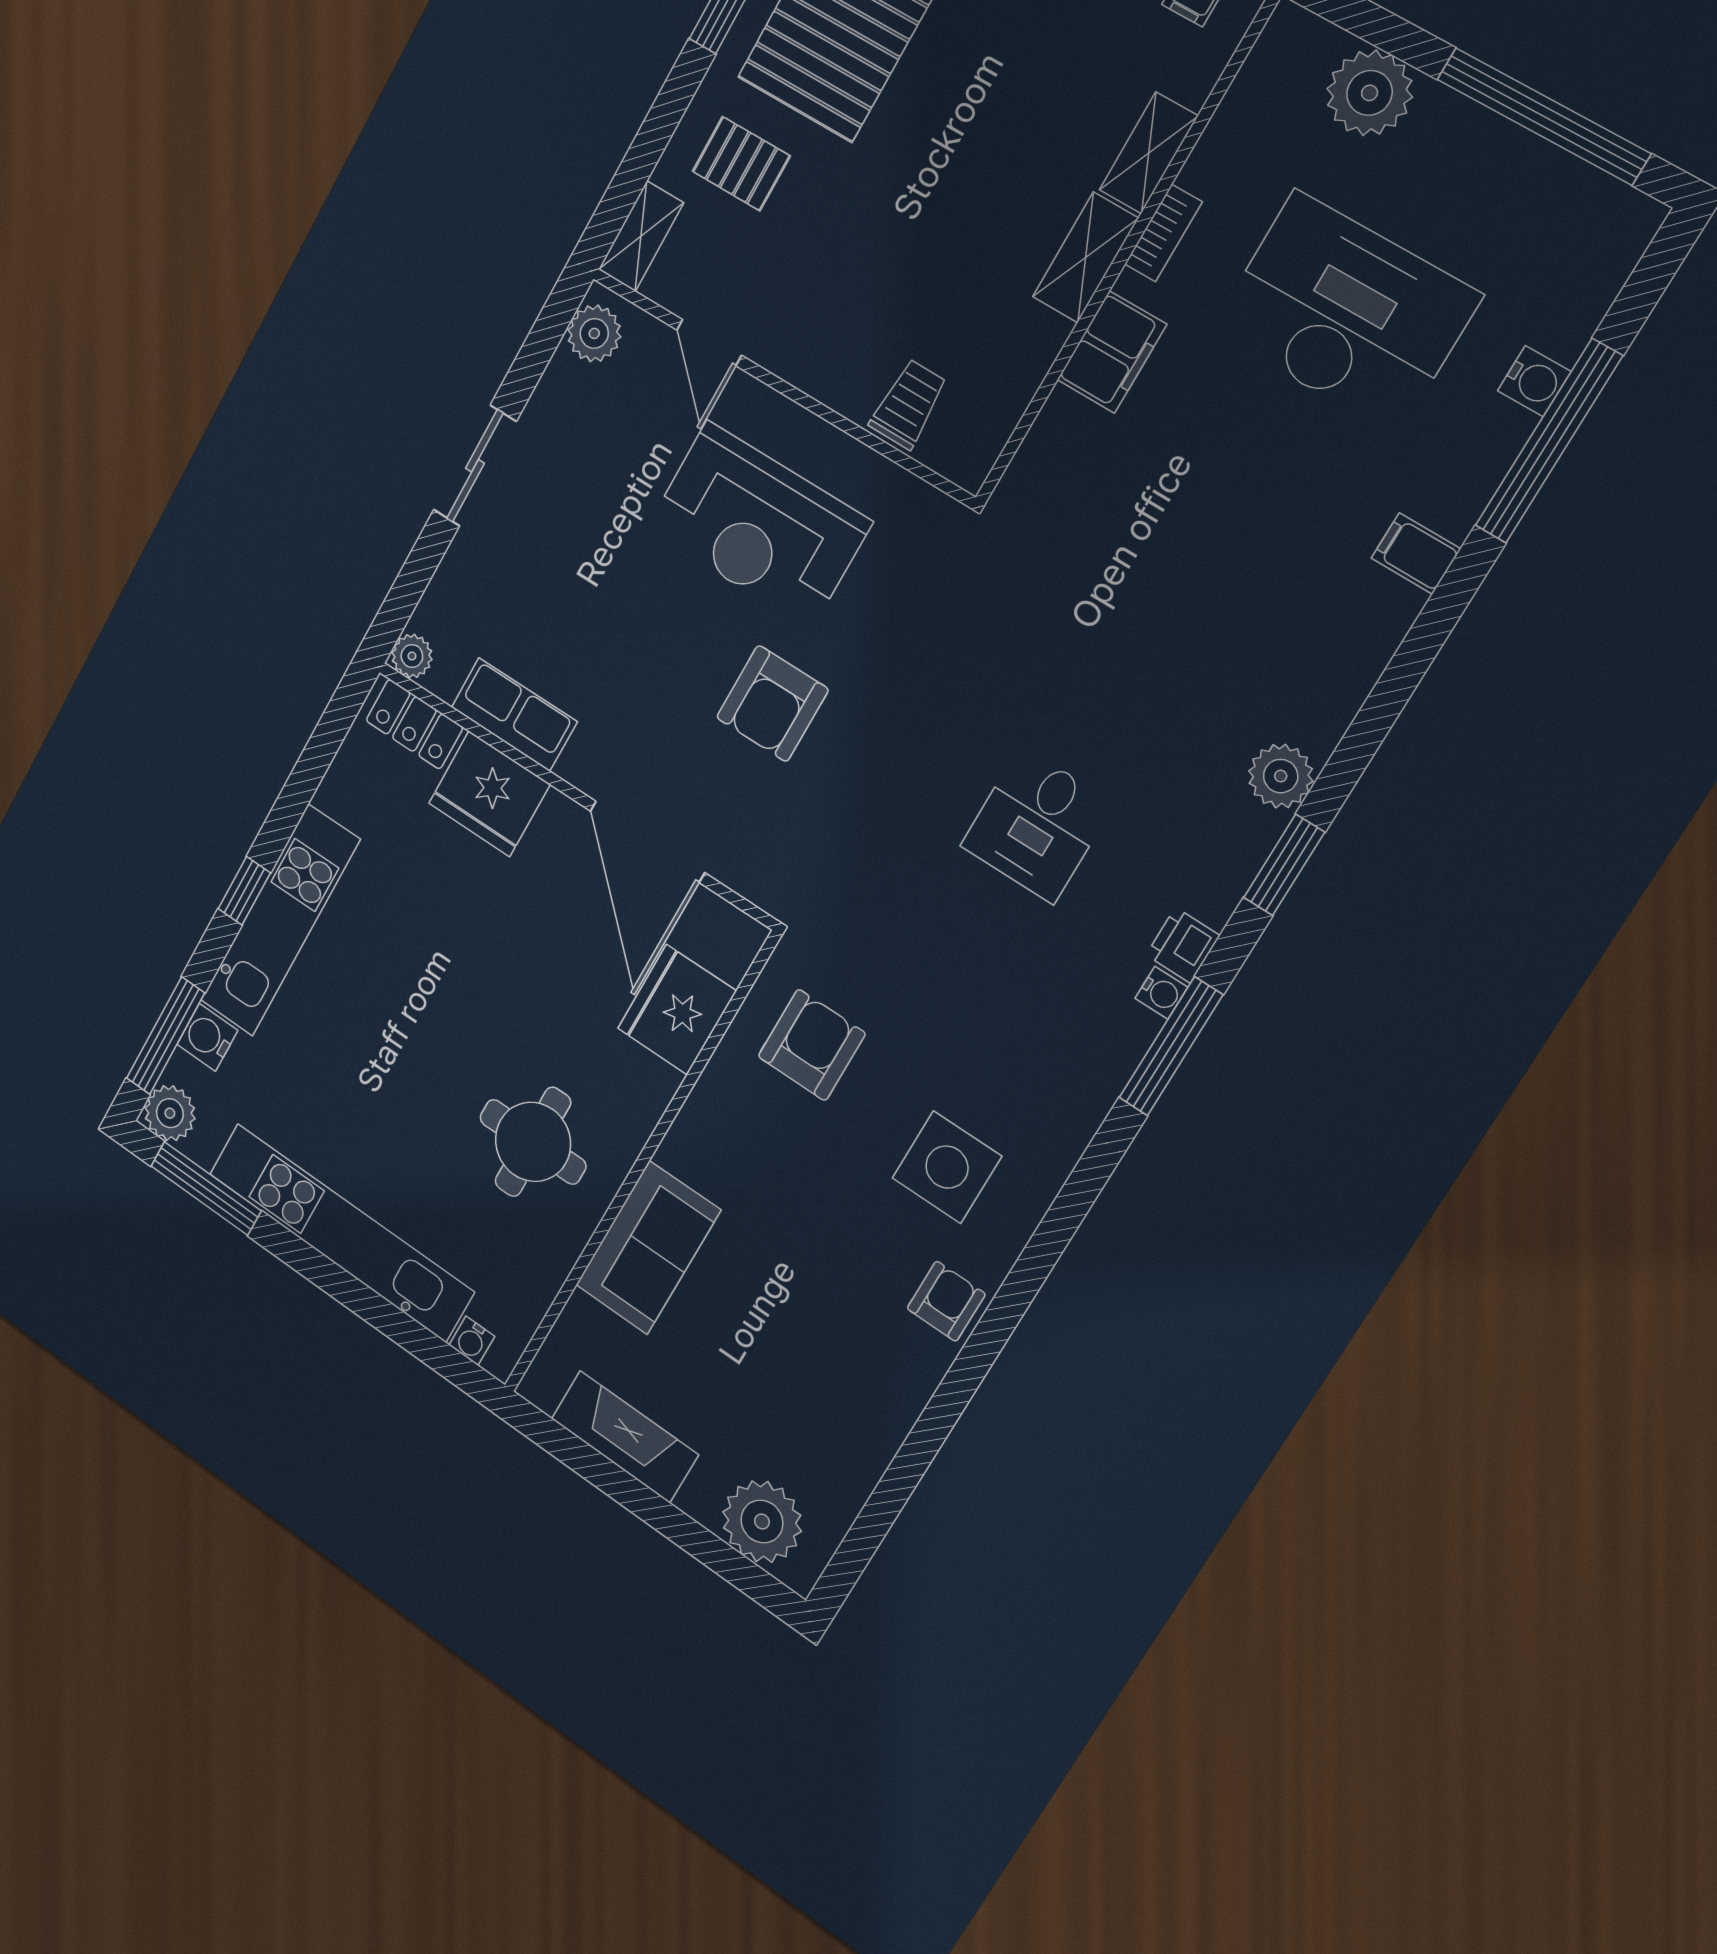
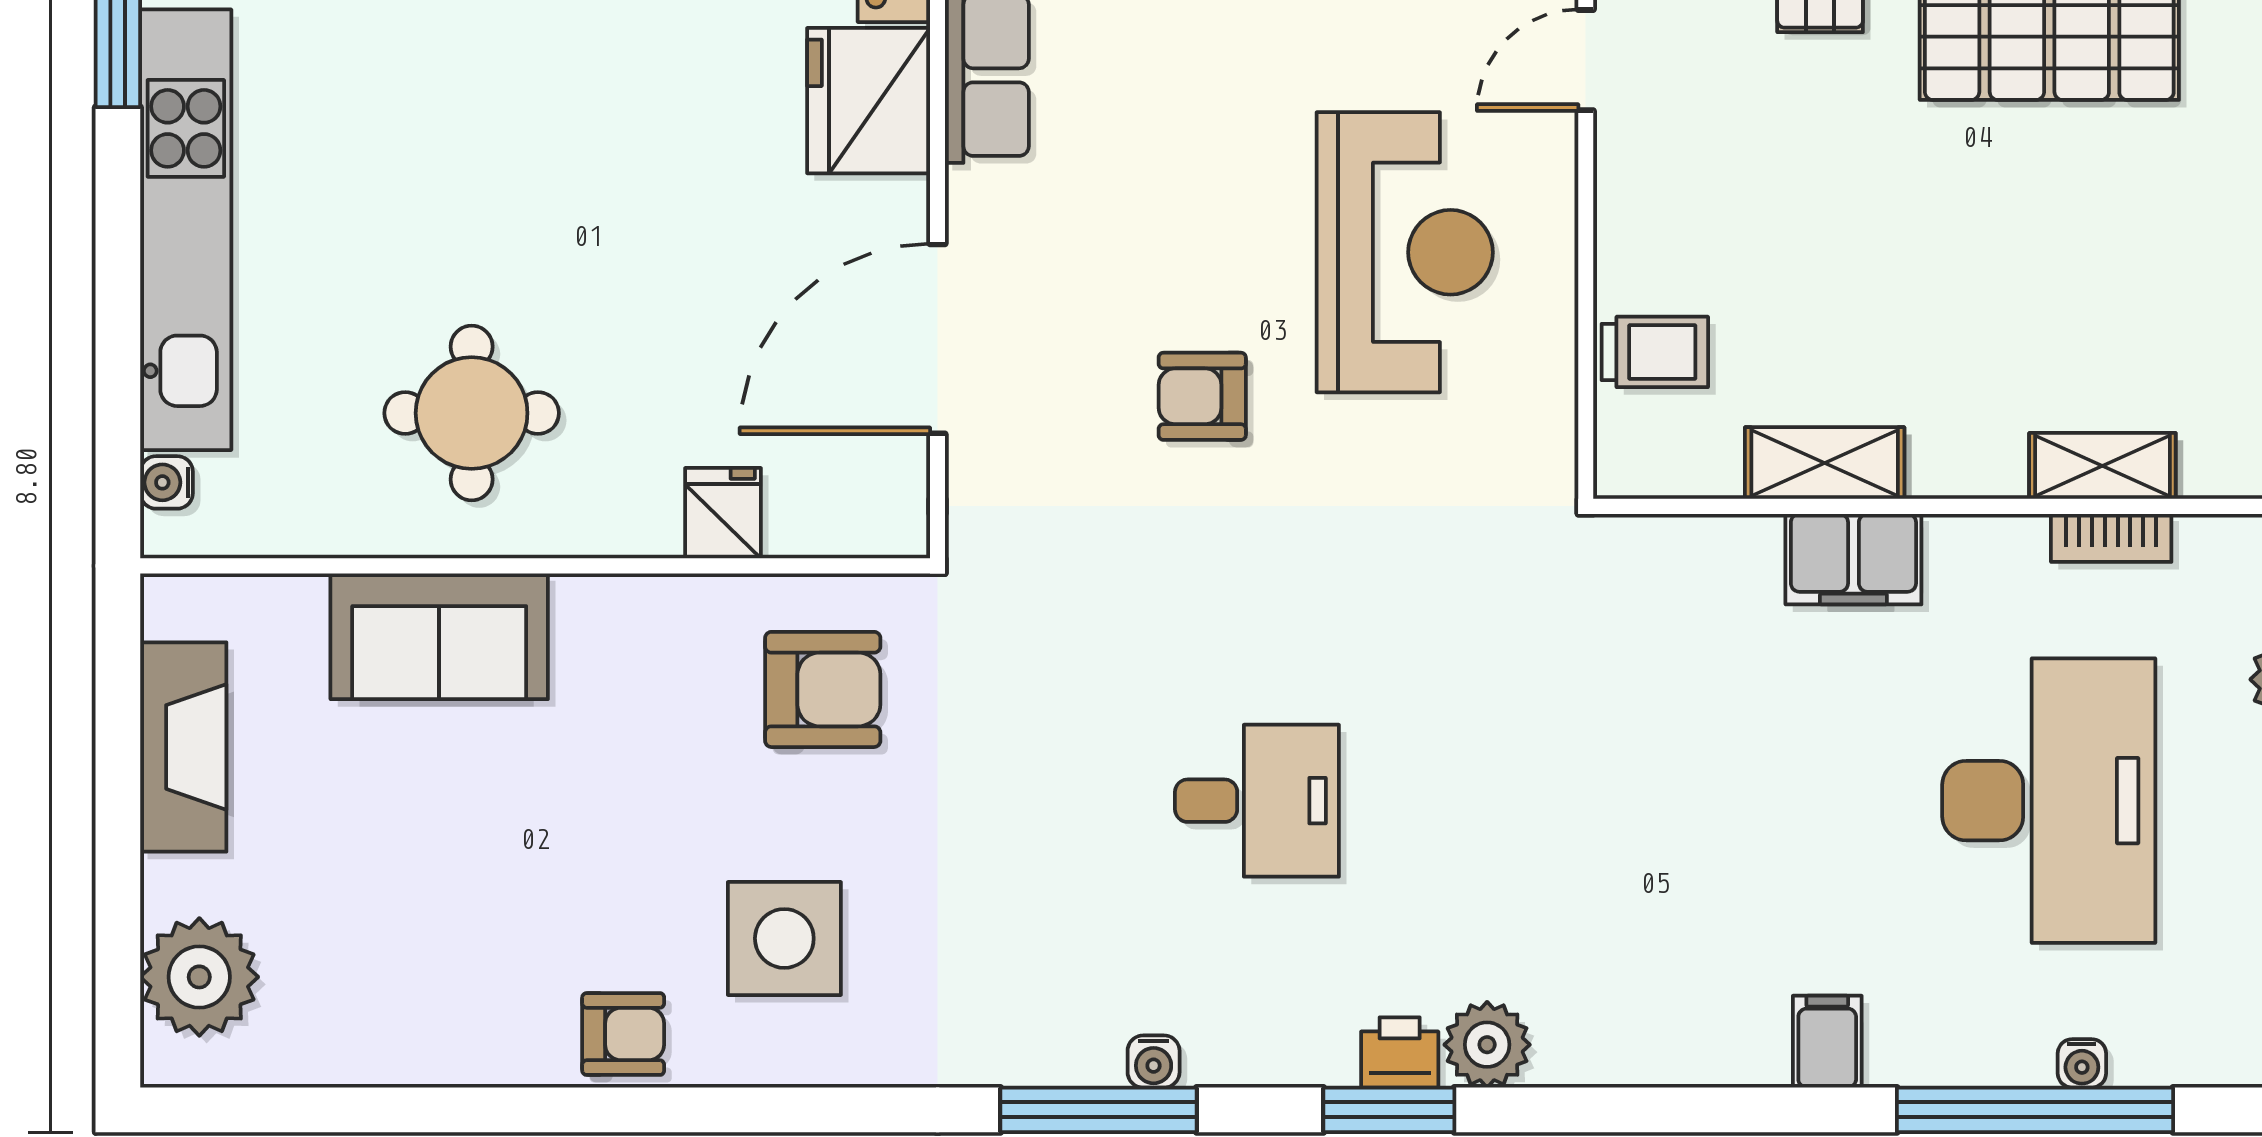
bookcase: (1163, 233) -> (2111, 538), moved
shelving: (1085, 257) -> (1825, 463), moved
water cooler: (1534, 381) -> (2082, 1063), width x0.72, depth x0.72
reception desk: (759, 525) -> (1405, 252), turned 180
armchair: (772, 703) -> (1202, 396), width x0.72, depth x0.72
desk: (1037, 825) -> (1257, 801), turned 180
printer: (1183, 945) -> (1400, 1052), moved
fridge: (677, 1010) -> (723, 513), width x0.53, depth x0.75

